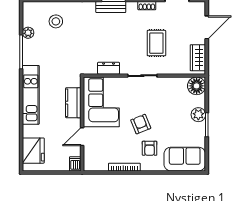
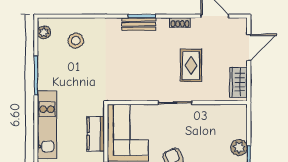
plant: (28, 33) -> (44, 32), moved
dresser: (109, 68) -> (136, 94), removed
floor lamp: (197, 86) -> (237, 115), removed

